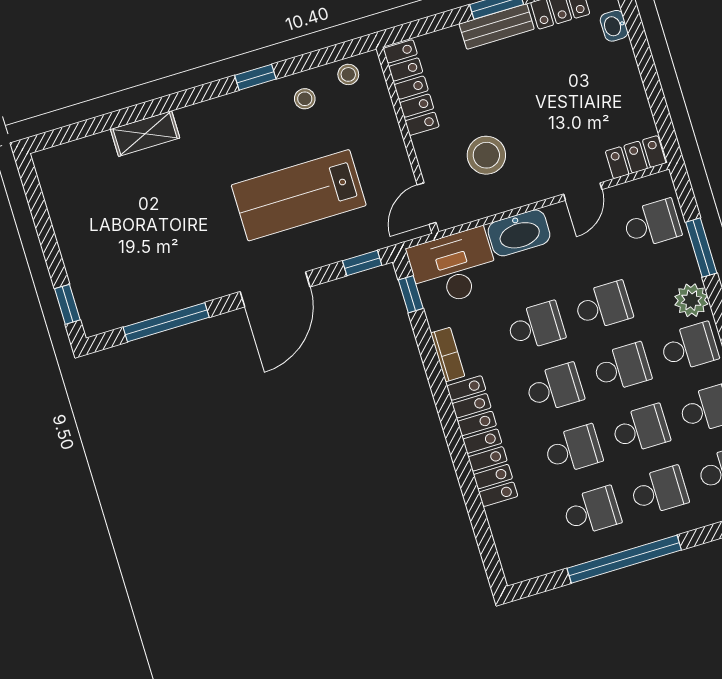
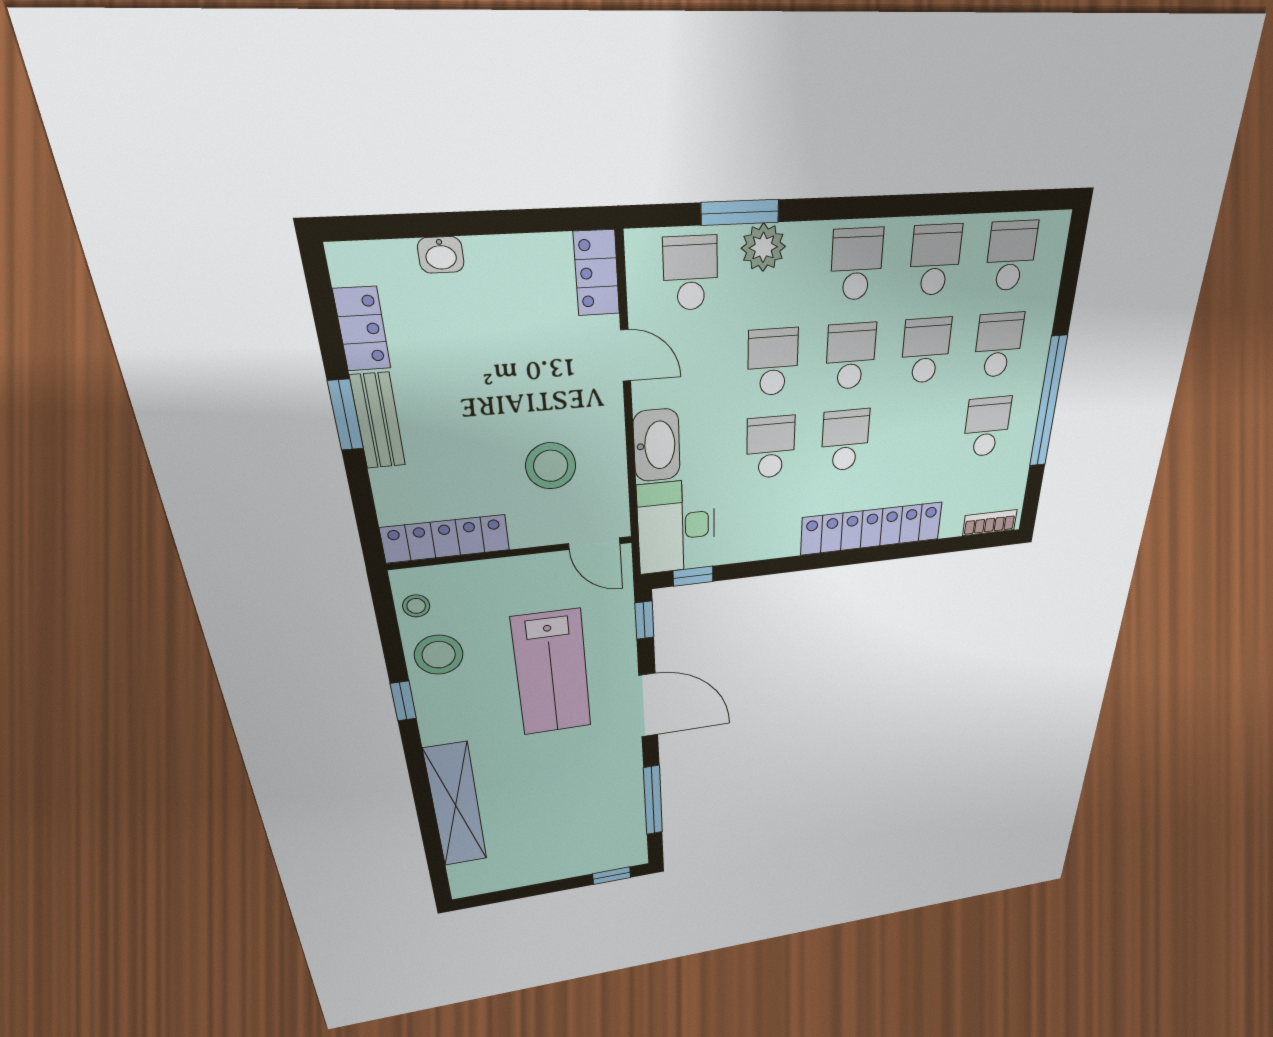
washbasin: (614, 26) -> (441, 255), moved
stool: (305, 99) -> (439, 655), width x1.89, depth x1.89
shelving: (145, 134) -> (456, 805), width x2.20, depth x1.33
plant: (691, 300) -> (763, 247), moved
bookcase: (448, 355) -> (990, 523), moved
school desk: (573, 449) -> (917, 433), removed

